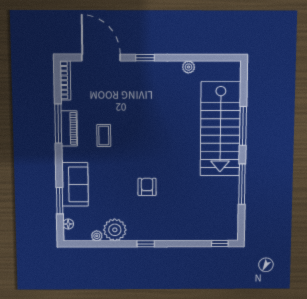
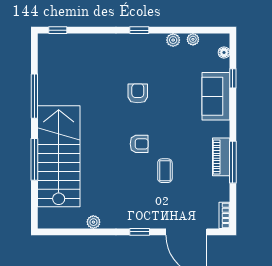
bookcase: (65, 80) -> (224, 215), width x0.64
coffee table: (104, 135) -> (165, 171), moved
armchair: (146, 141) -> (139, 144), added
armchair: (147, 187) -> (138, 93), turned 180
window: (60, 201) -> (233, 78), width x0.67
plant: (115, 230) -> (173, 40), width x0.53, depth x0.53

